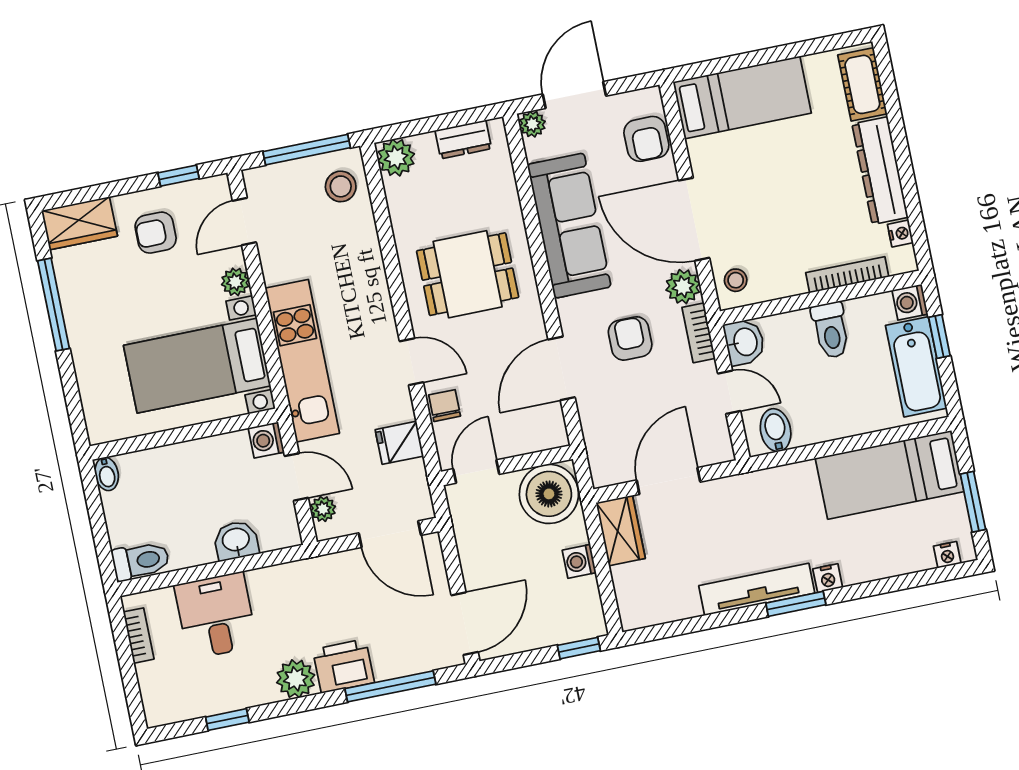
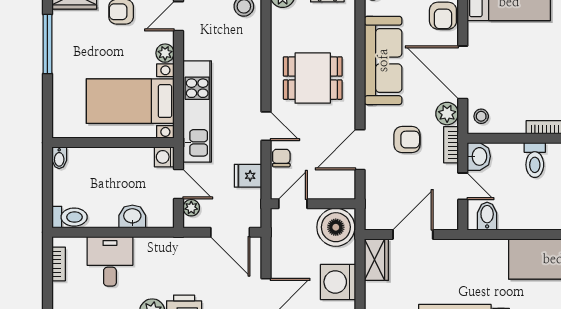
armchair: (630, 338) -> (407, 140), turned 90
washing machine: (579, 561) -> (338, 282), width x1.89, depth x1.89

